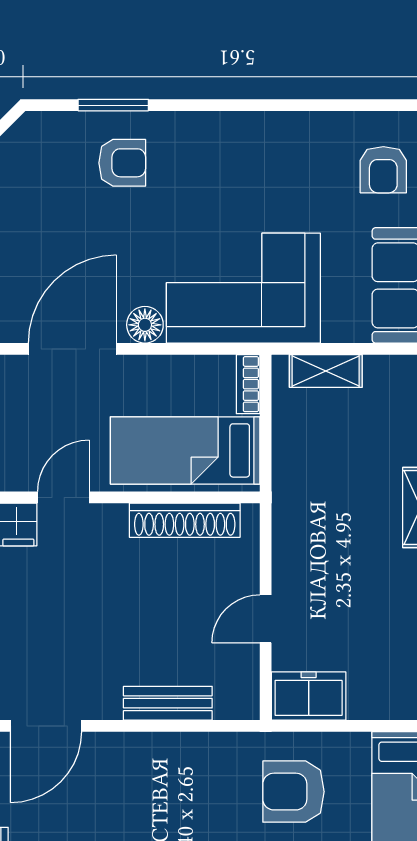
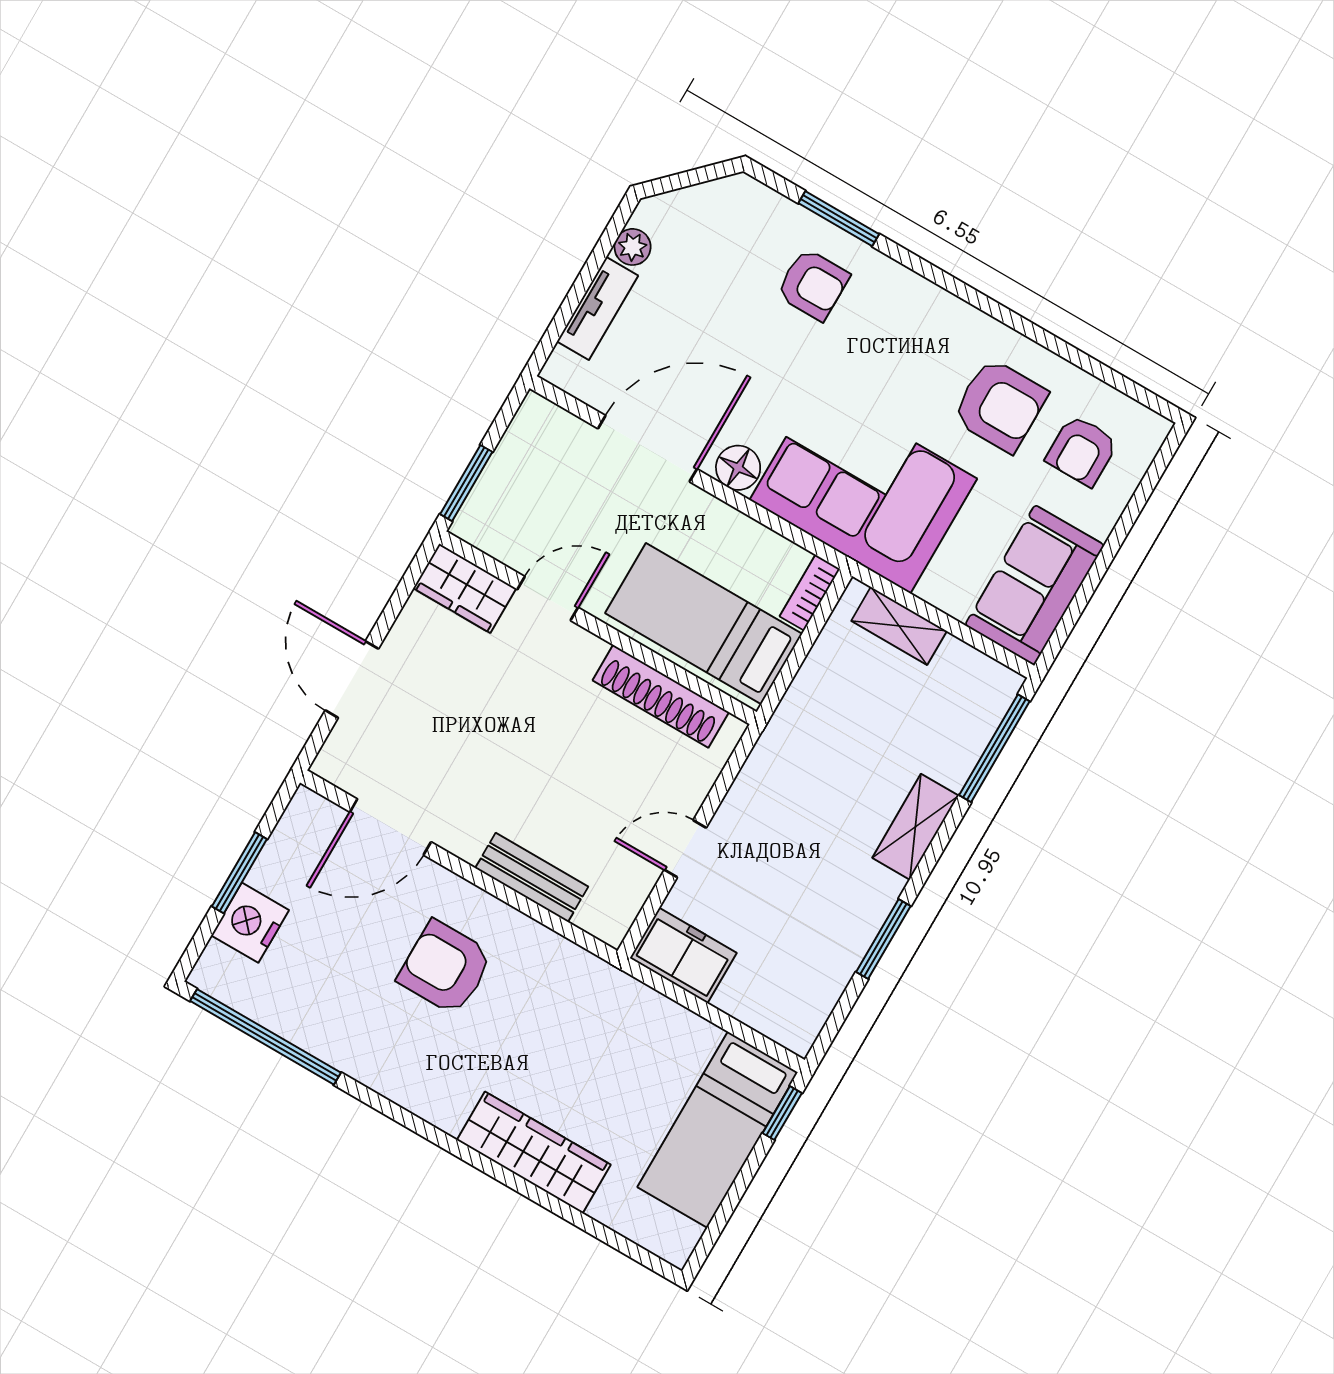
armchair: (306, 171) -> (1000, 405), added
armchair: (293, 792) -> (445, 968), moved

